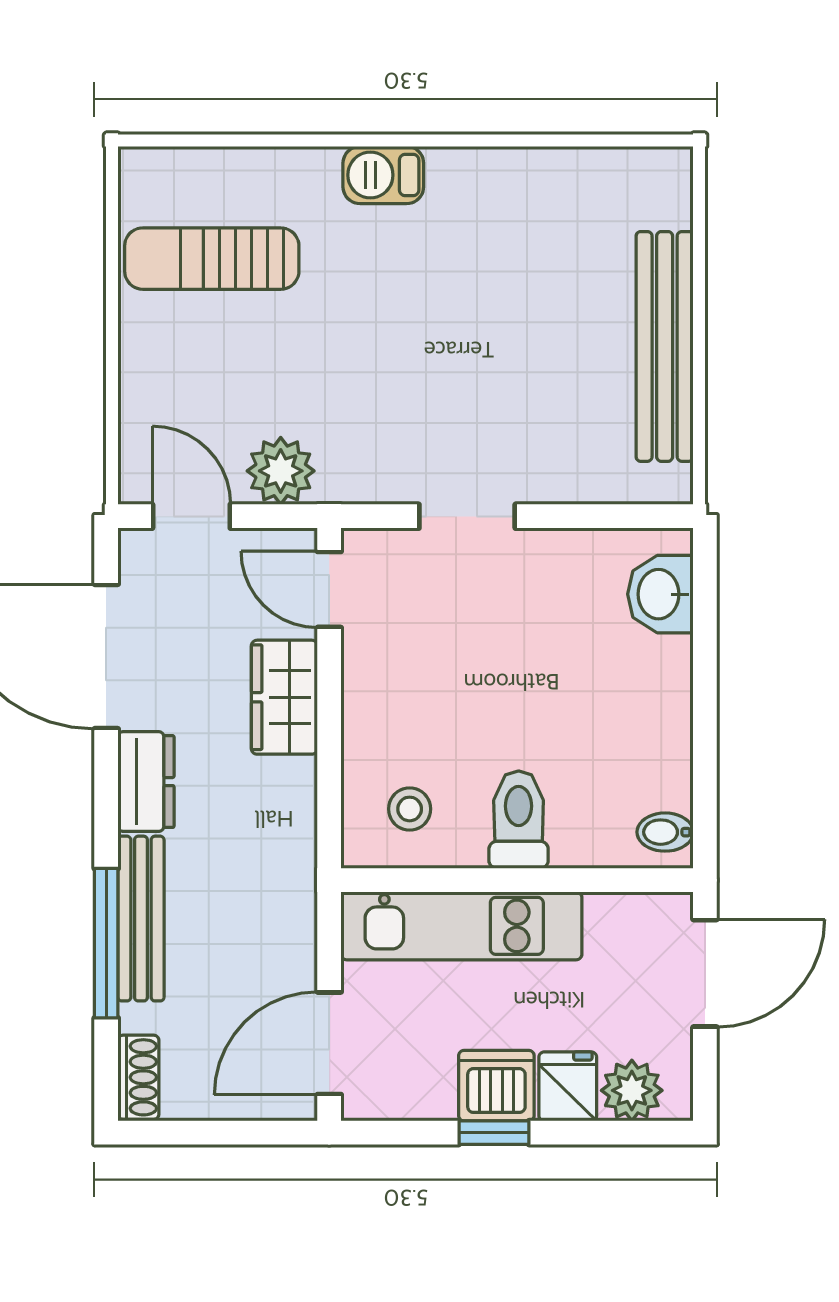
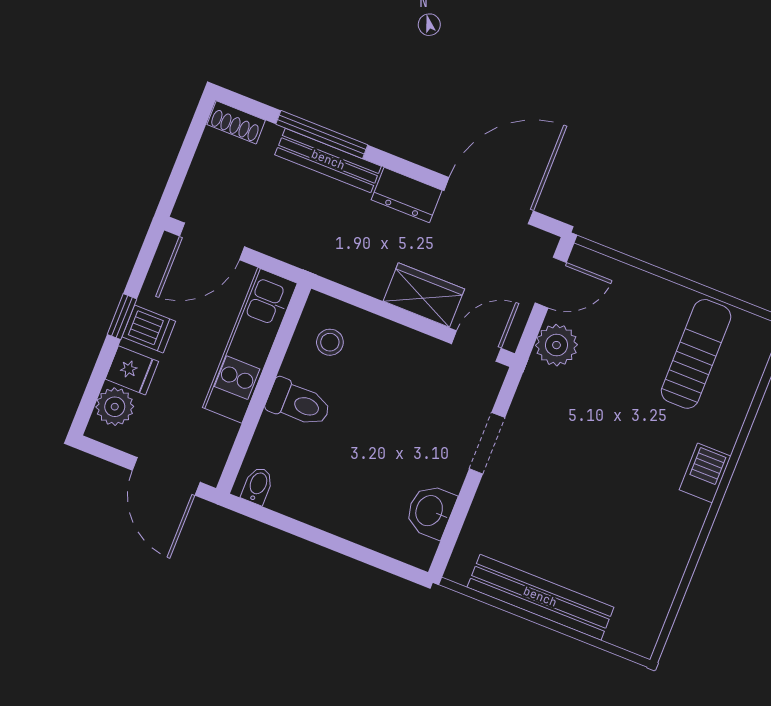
washbasin: (660, 594) -> (430, 511), moved, turned -90
door: (329, 1043) -> (212, 241), swing flipped
dishwasher: (496, 1086) -> (149, 329), width x0.73

